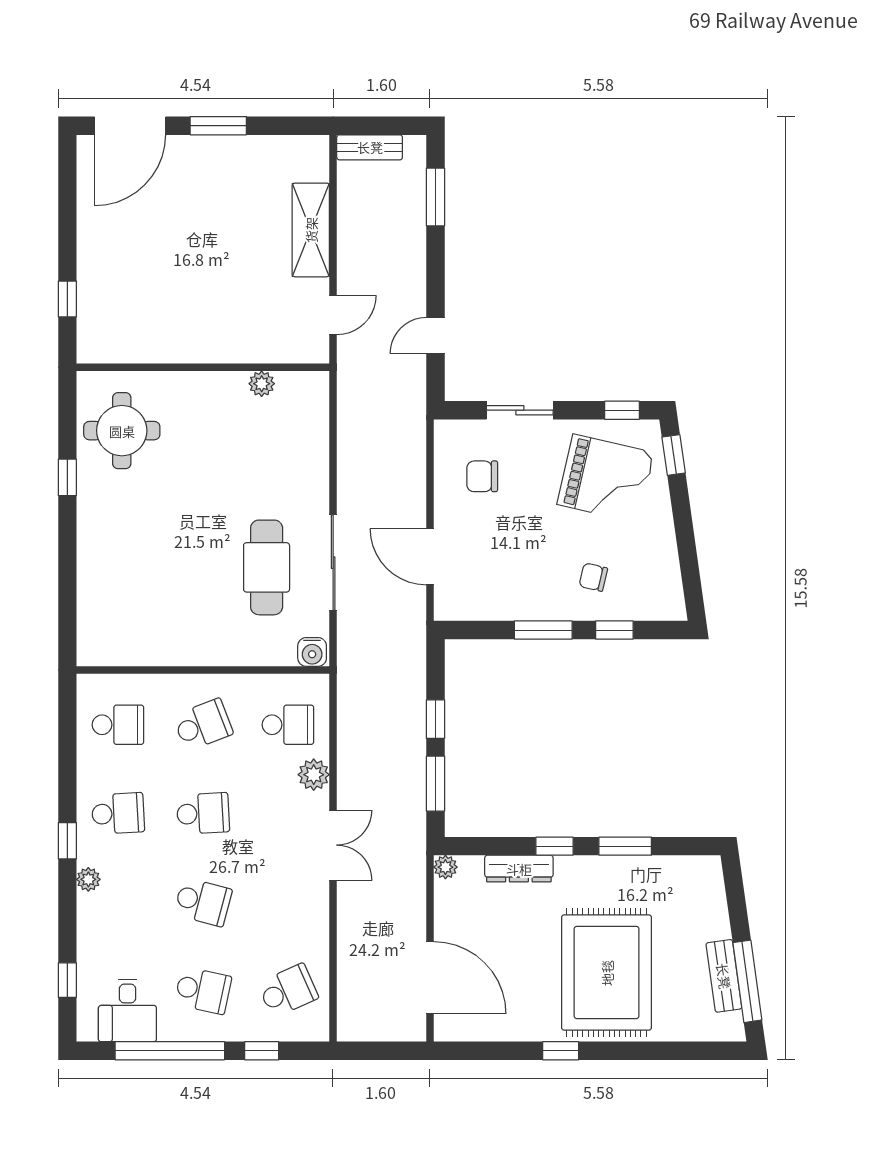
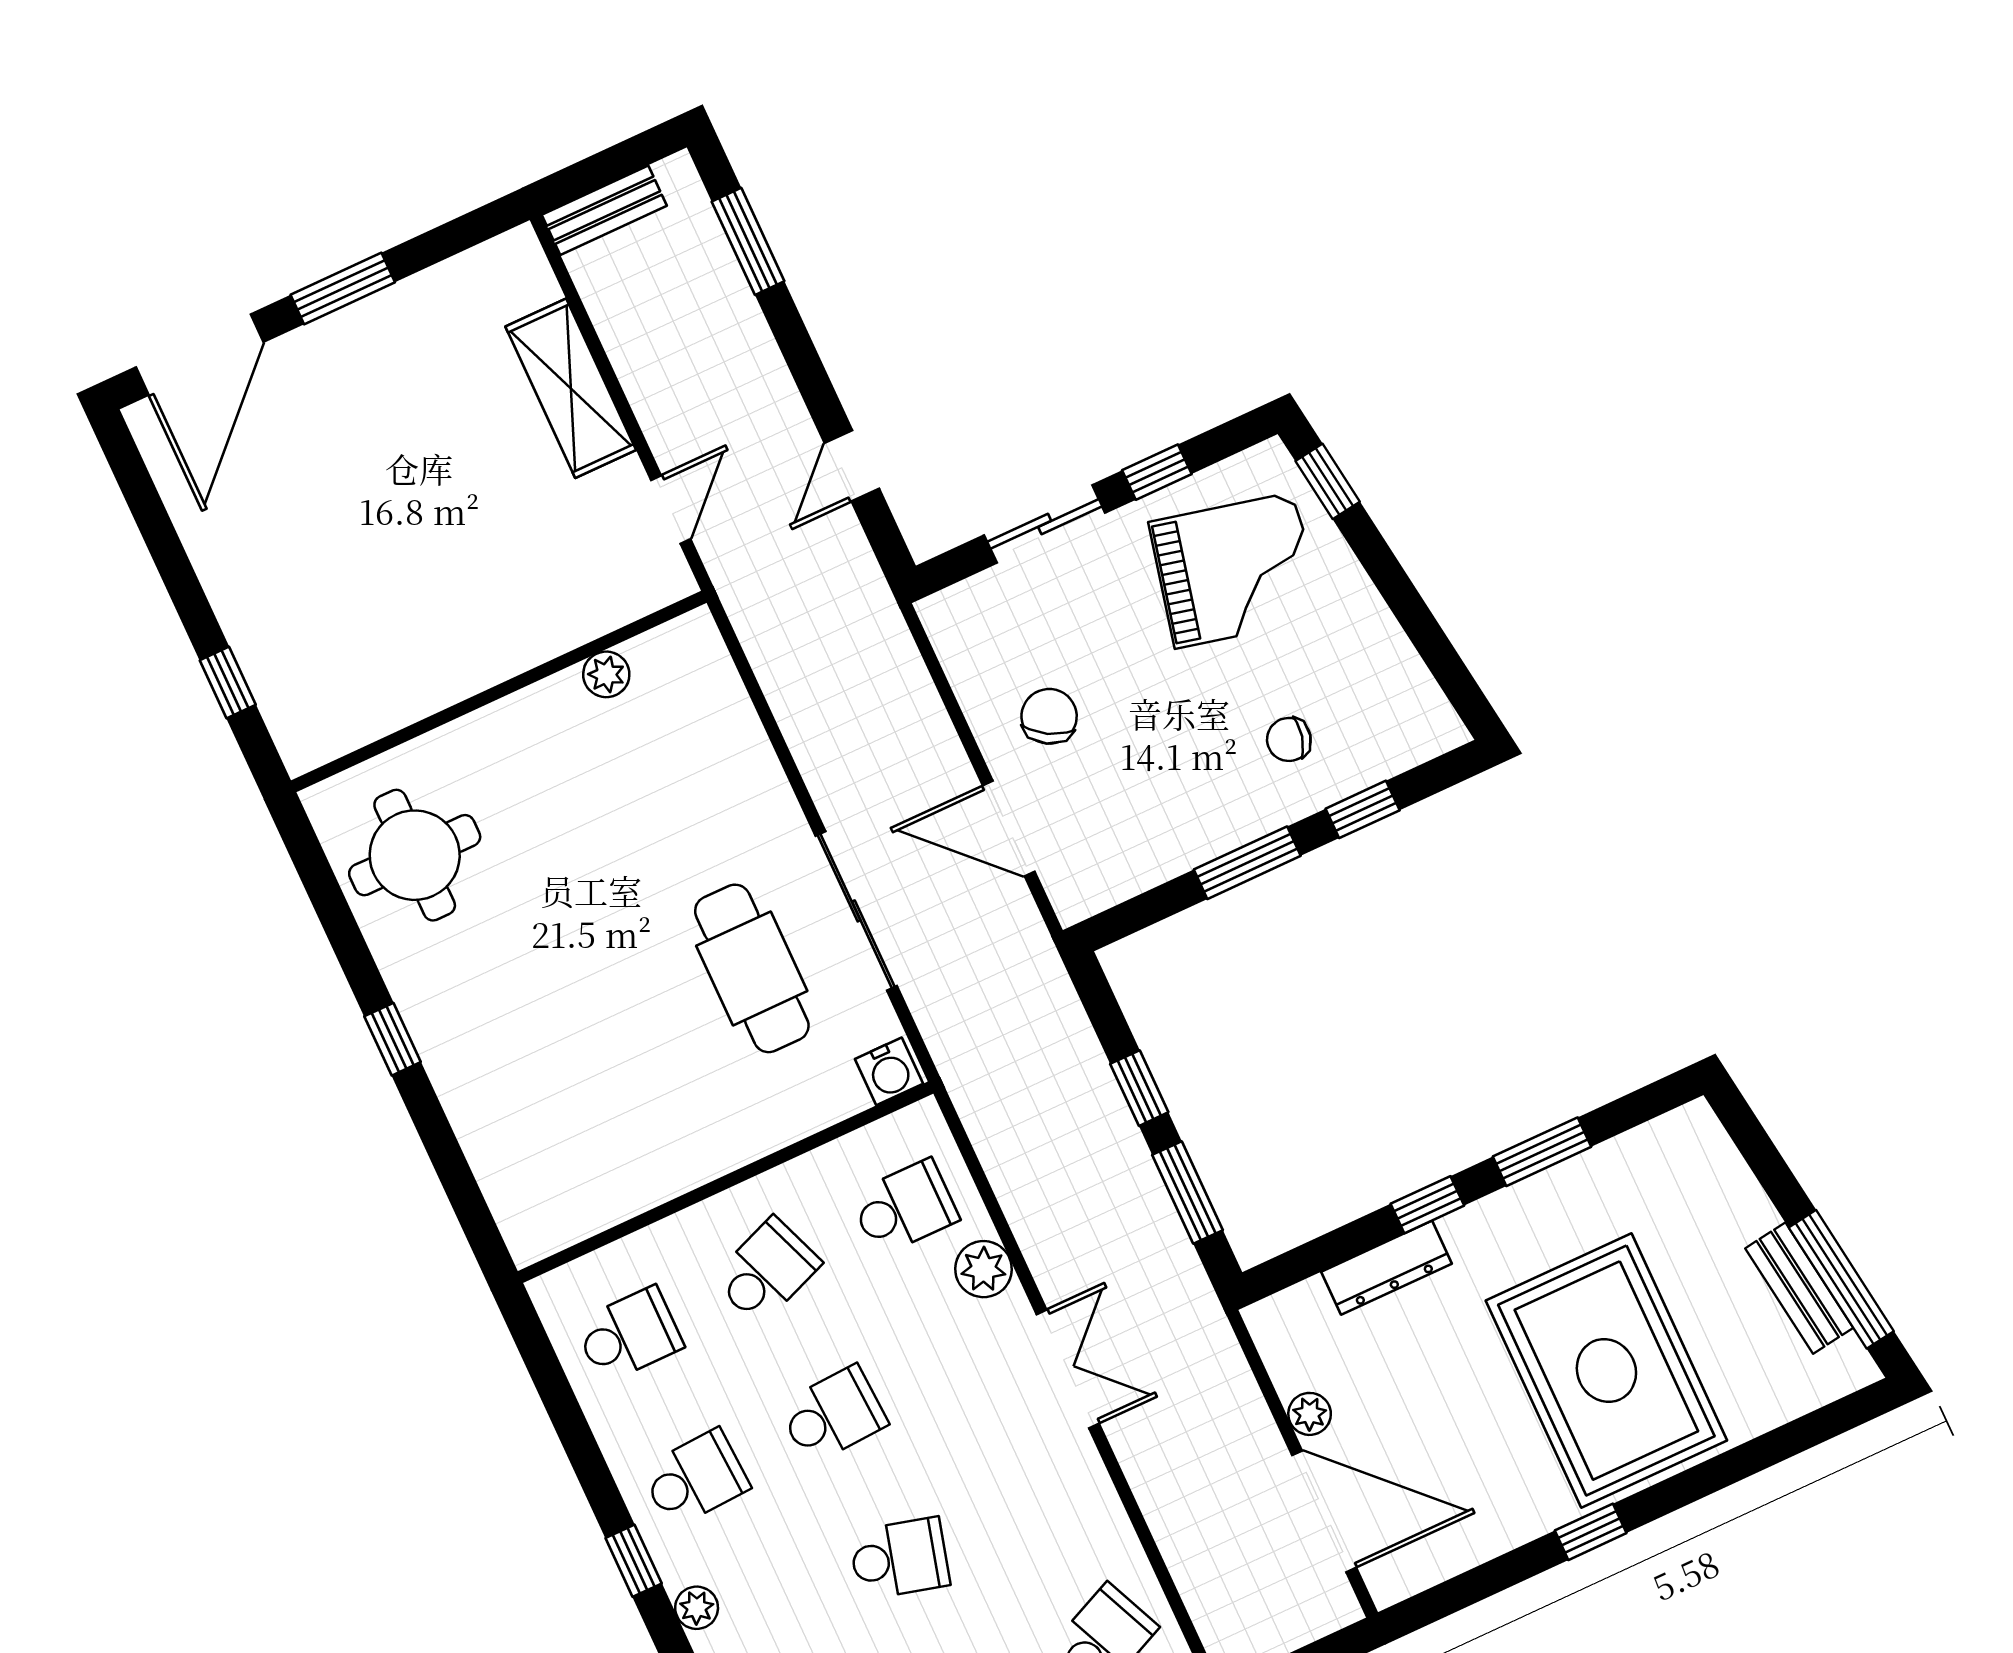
window: (622, 410) -> (1157, 472), moved
chair: (482, 476) -> (1049, 716), moved, turned 120
window: (67, 477) -> (393, 1039), moved
plant: (445, 867) -> (1310, 1414), moved

